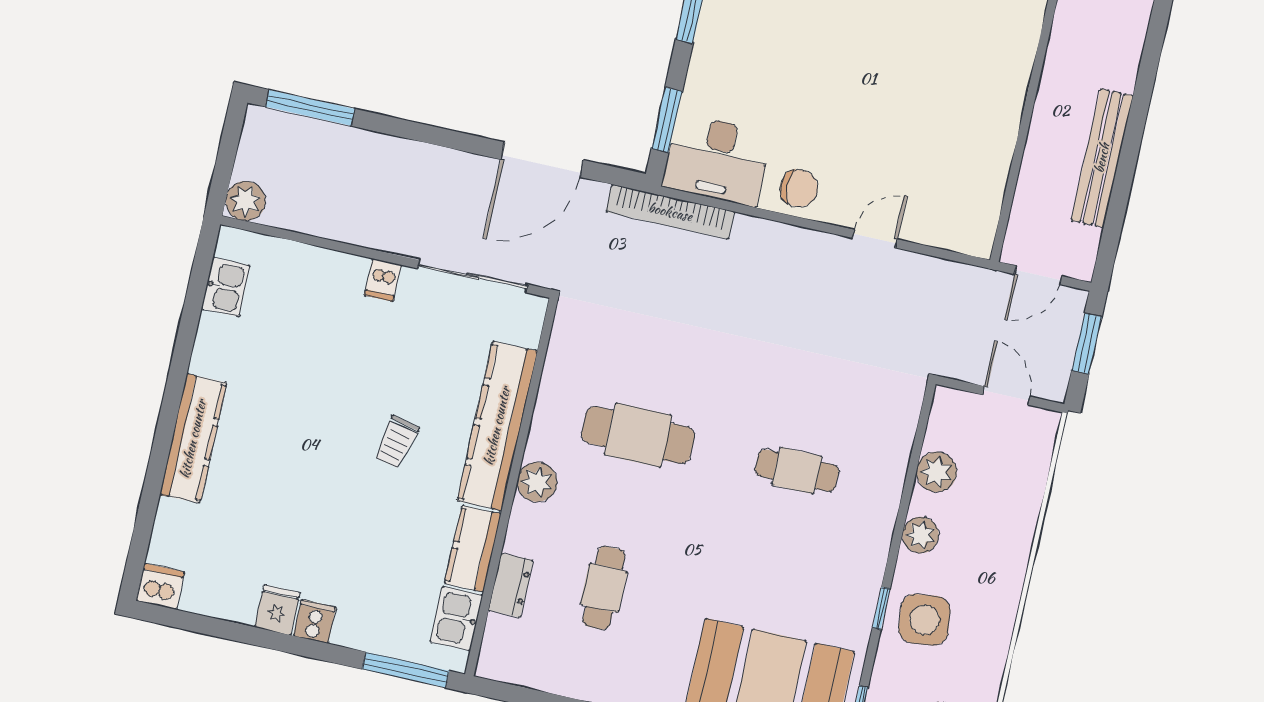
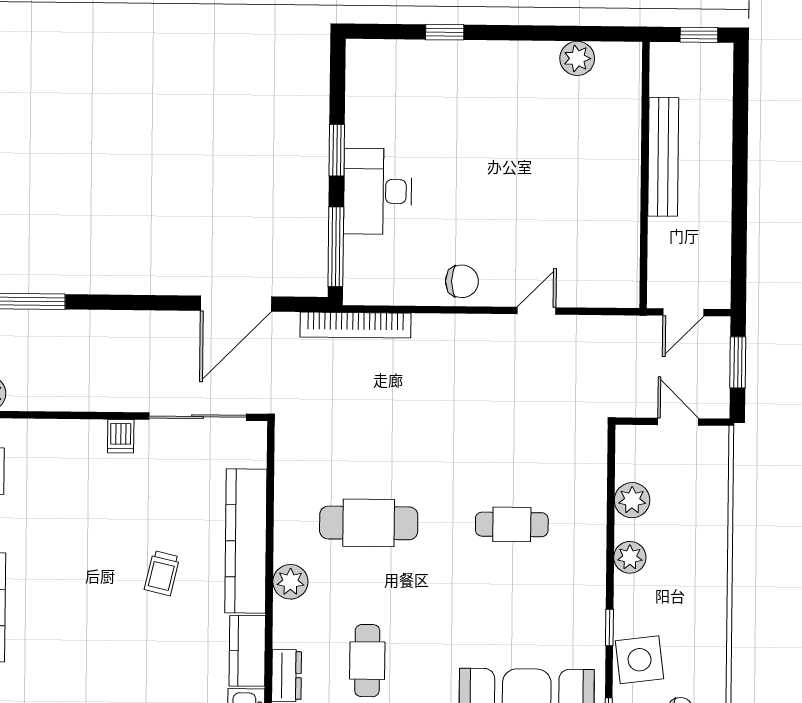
window: (667, 120) -> (336, 247), width x1.44
bench: (1102, 158) -> (663, 157), moved
desk: (717, 160) -> (378, 191), moved, turned 90
side table: (924, 620) -> (640, 660), moved

